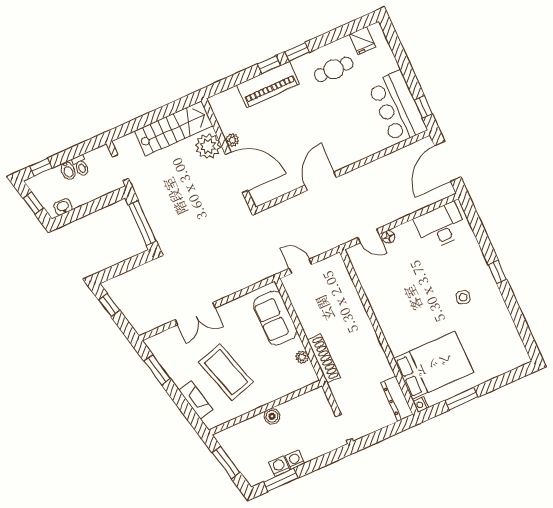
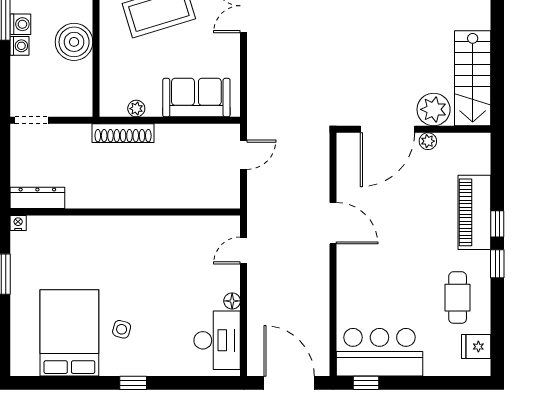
floor lamp: (388, 237) -> (232, 301), moved
bed: (434, 365) -> (69, 333), moved, turned 180
boiler: (272, 416) -> (74, 42), width x1.86, depth x1.86

